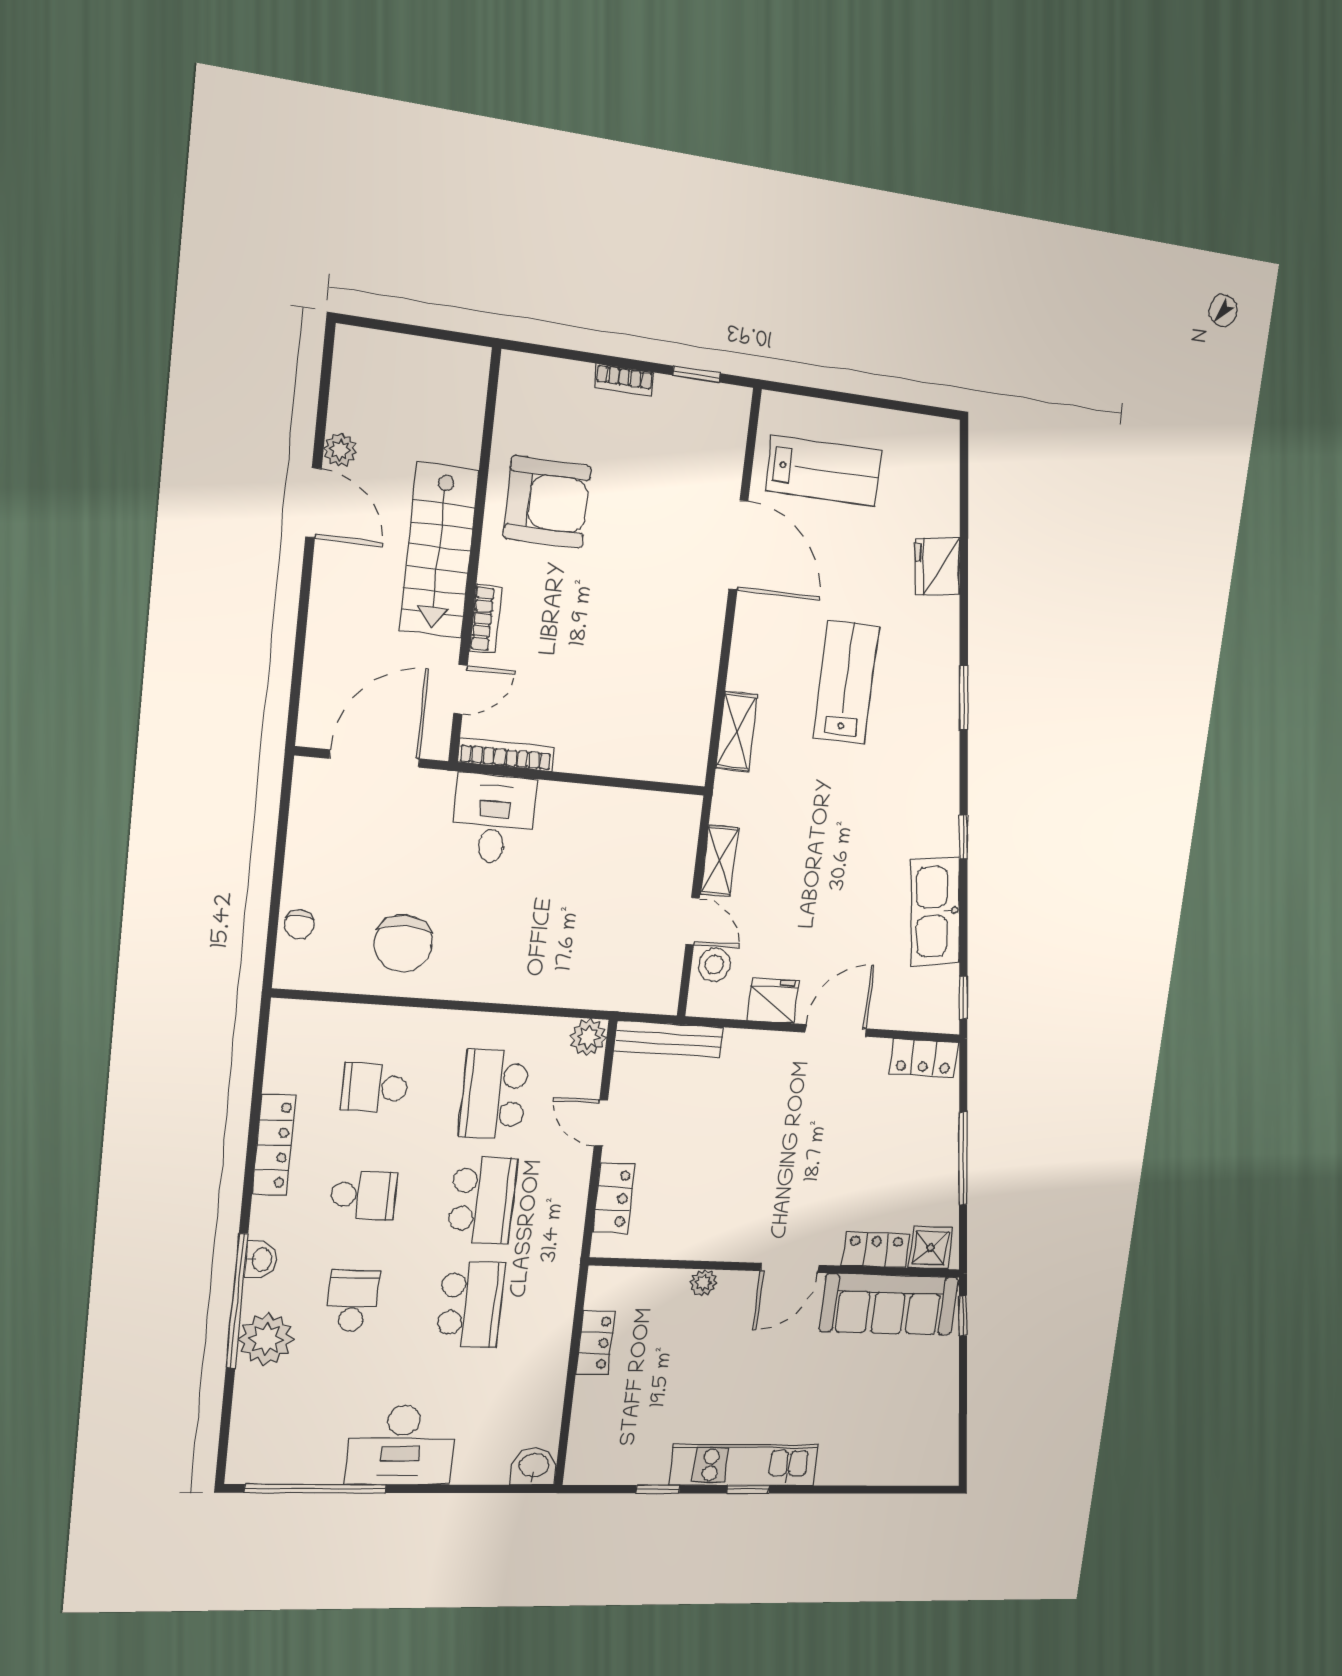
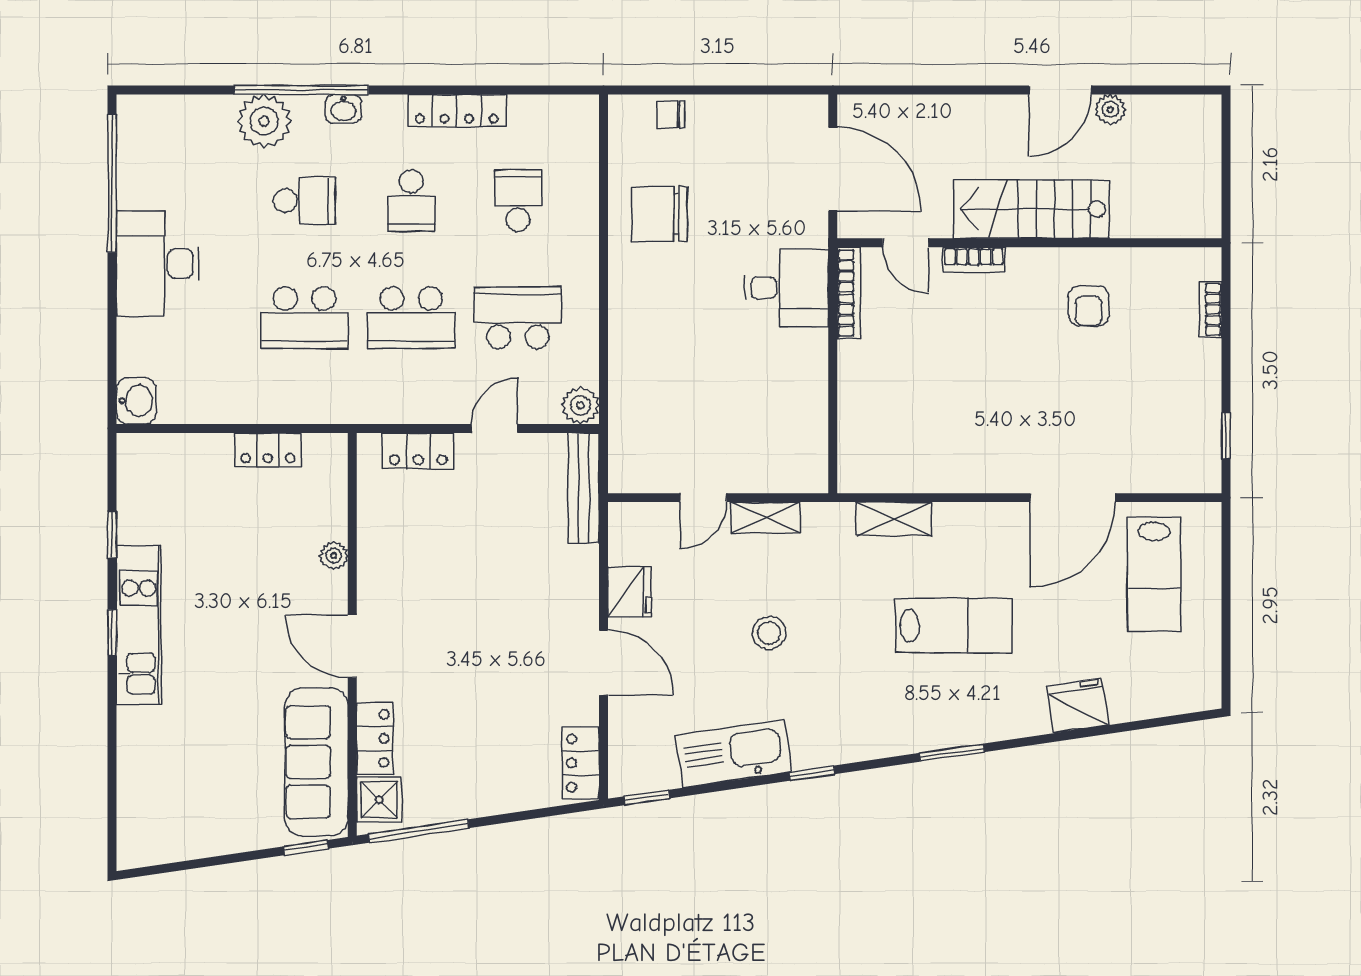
bookcase: (624, 380) -> (1210, 309), moved
armchair: (547, 502) -> (1089, 306), width x0.53, depth x0.53
stool: (714, 965) -> (769, 633), moved
window: (963, 1159) -> (419, 831), moved

